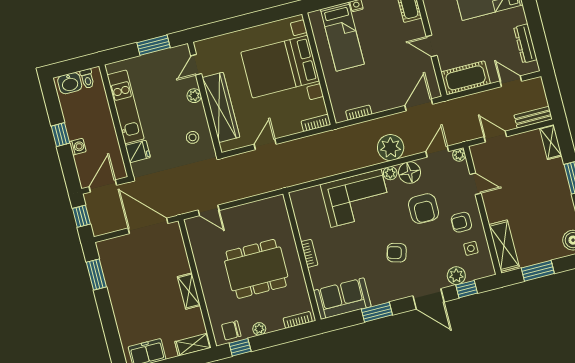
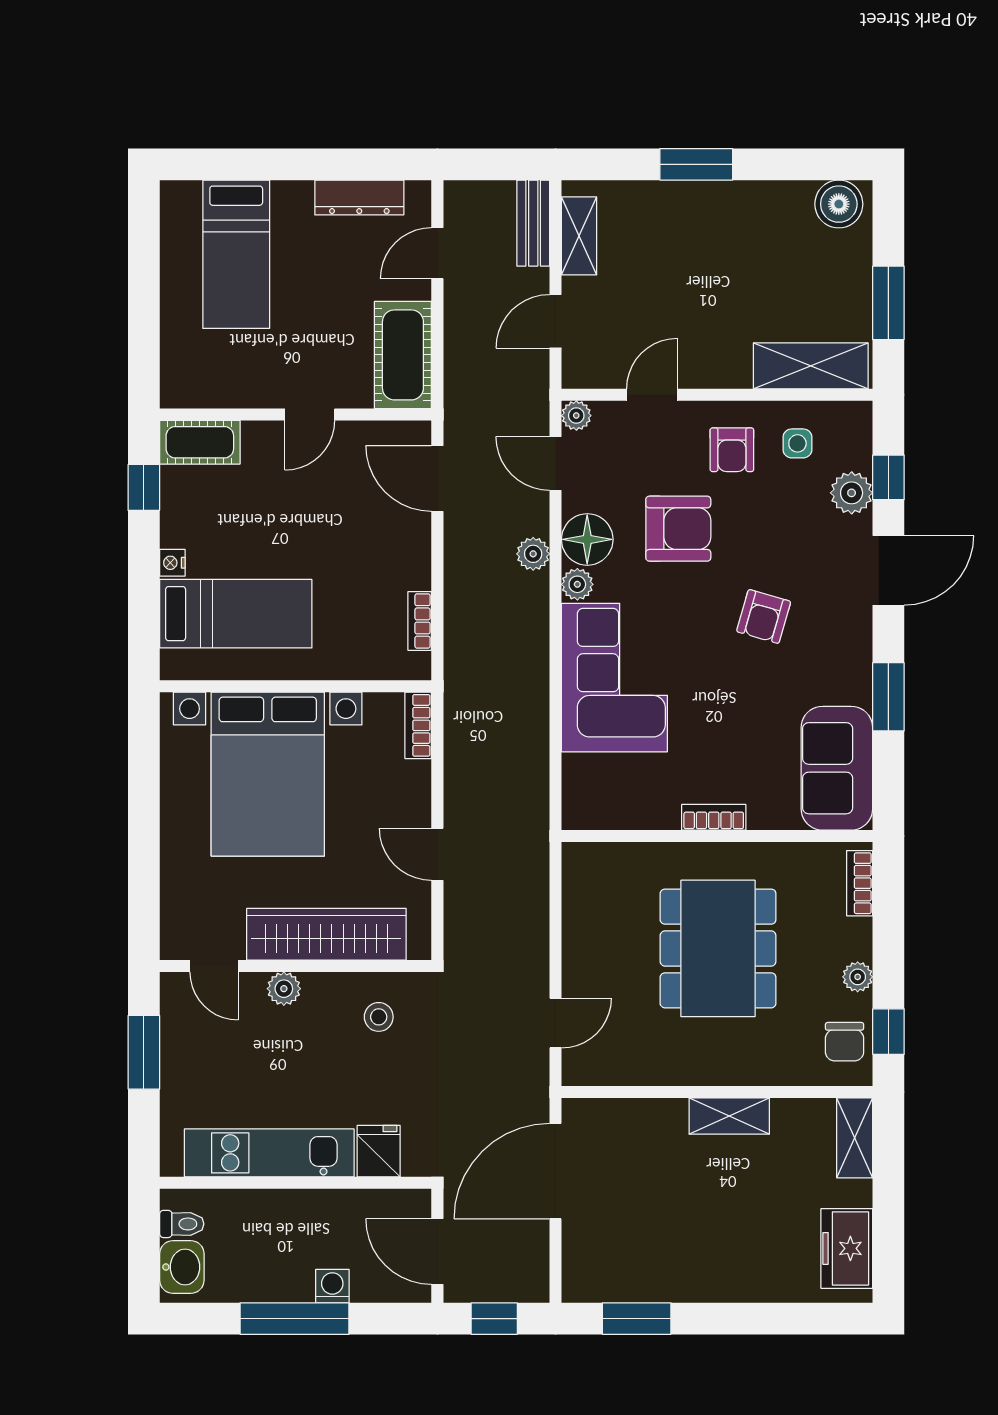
window: (60, 135) -> (294, 1319), width x2.17
shelving: (551, 142) -> (579, 236), moved, turned 90
plant: (391, 148) -> (533, 554), width x0.53, depth x0.53

